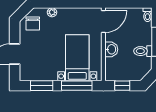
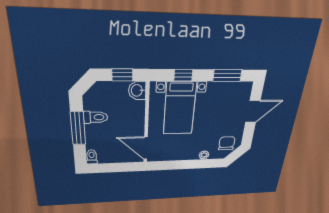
door: (103, 21) -> (146, 148), hinge flipped
washbasin: (111, 49) -> (137, 90), moved
window: (77, 86) -> (183, 75), width x0.46

